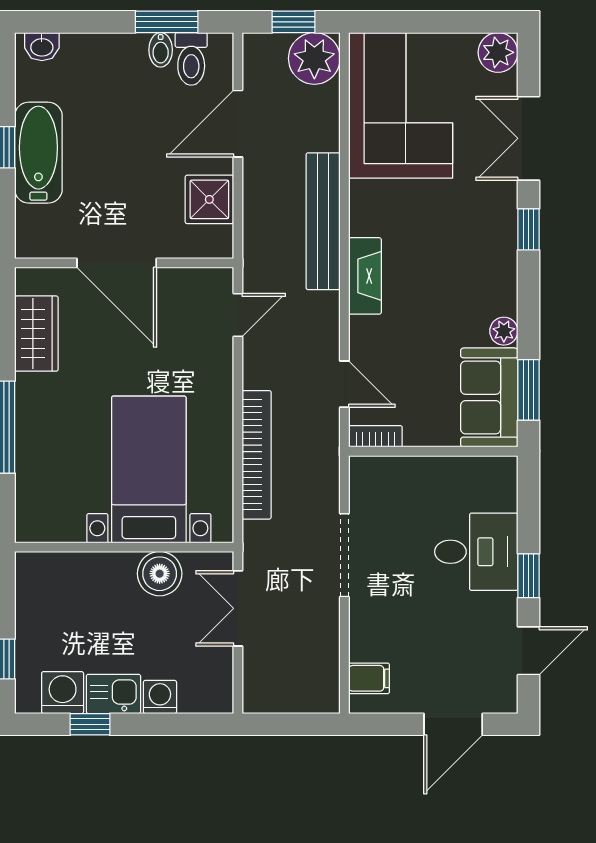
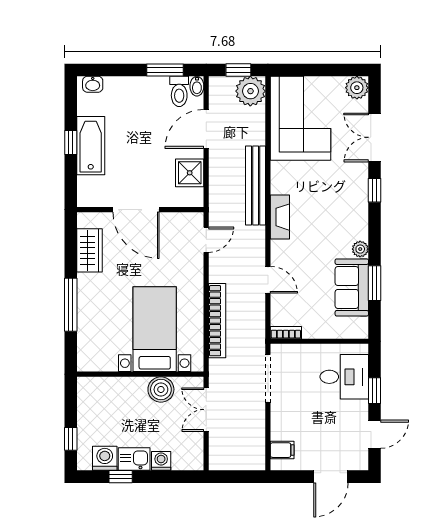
bidet: (161, 50) -> (197, 86), moved
bookcase: (375, 436) -> (286, 333), moved
wall: (433, 451) -> (319, 341), moved

